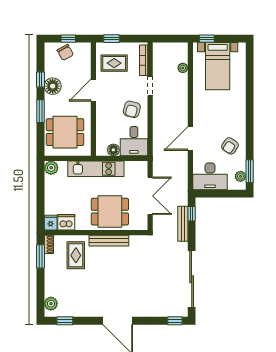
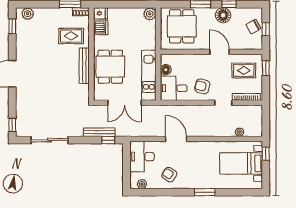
rug: (114, 63) -> (244, 70), turned 90
kitchen unit: (96, 169) -> (149, 75), moved
window: (250, 171) -> (205, 192), moved
sliding door: (192, 279) -> (50, 140), width x0.73

